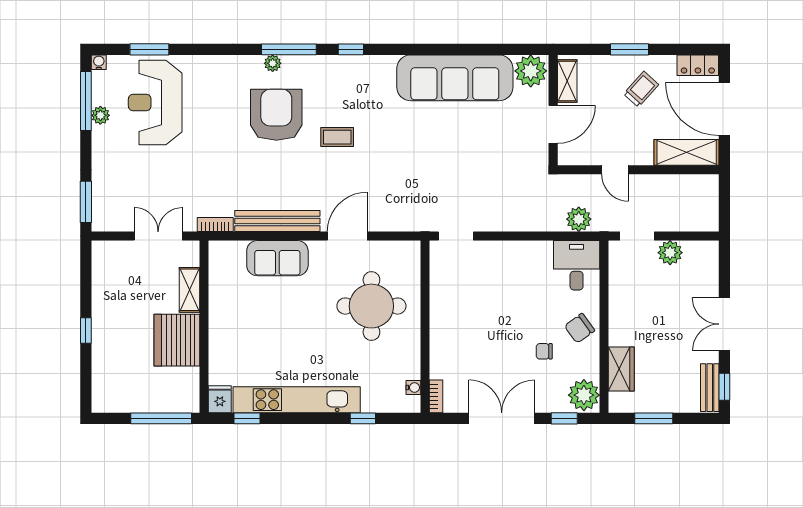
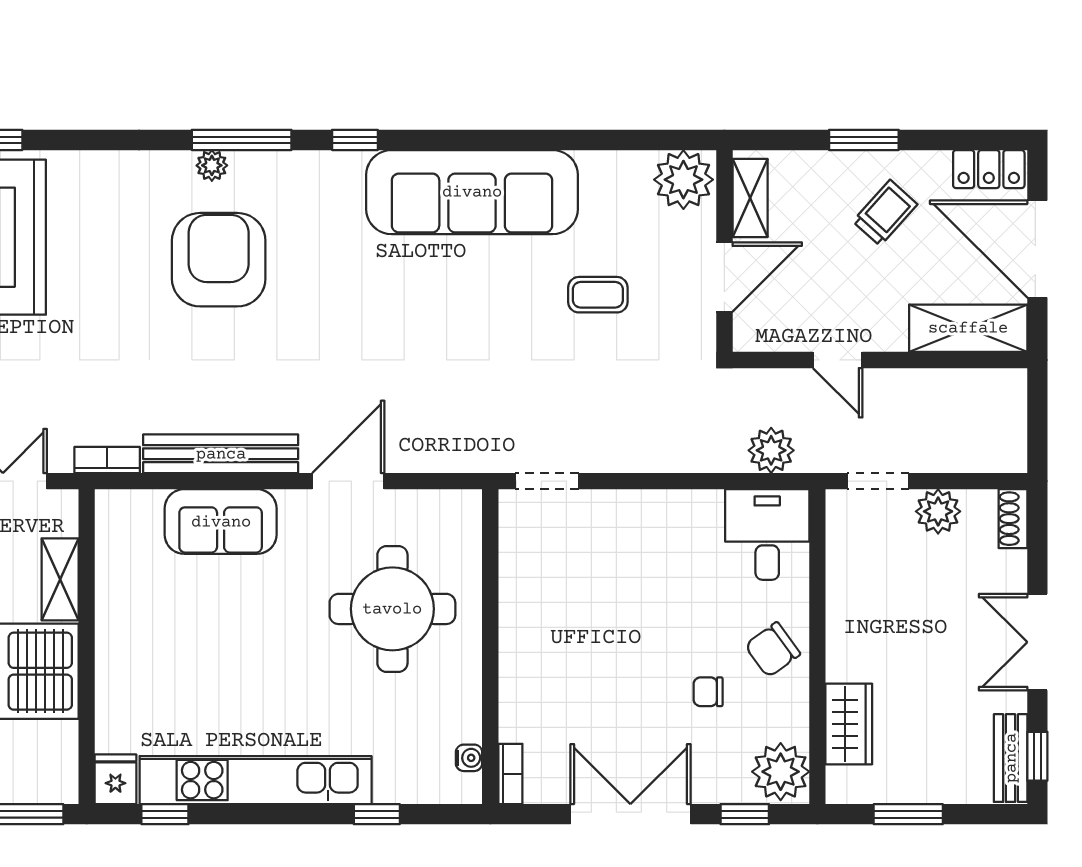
sofa: (455, 78) -> (472, 192), moved
coffee table: (337, 137) -> (598, 295), moved
shoe rack: (711, 257) -> (1013, 519), added

